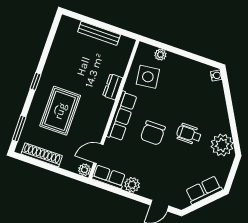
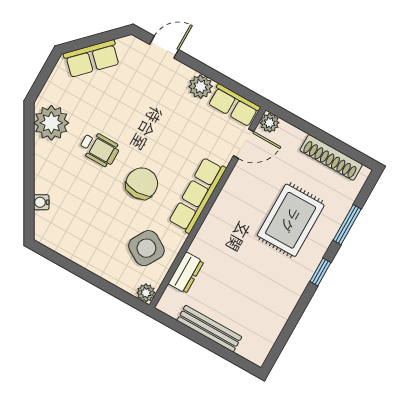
plant: (160, 55) -> (146, 293), moved
water cooler: (216, 75) -> (41, 202), moved
side table: (148, 77) -> (146, 248), turned 38
dresser: (113, 87) -> (186, 273), moved
window: (19, 129) -> (347, 225), moved
chair: (153, 133) -> (142, 184), moved

